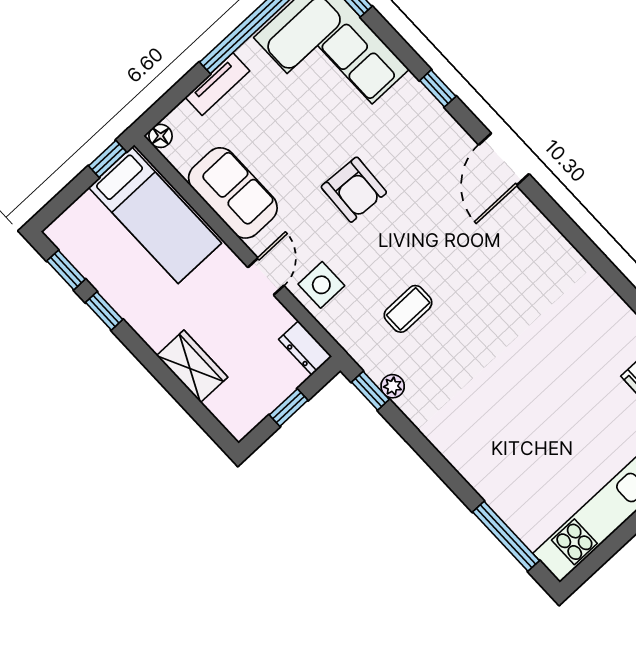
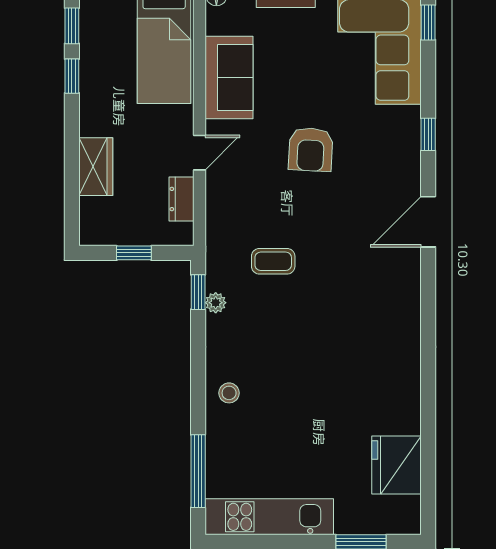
side table: (321, 285) -> (231, 192), removed
dresser: (305, 348) -> (182, 199), moved
stool: (472, 449) -> (229, 393), added

